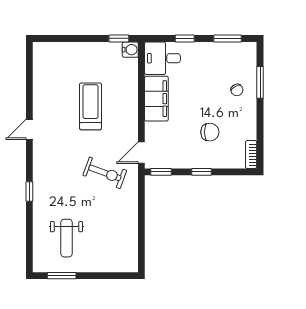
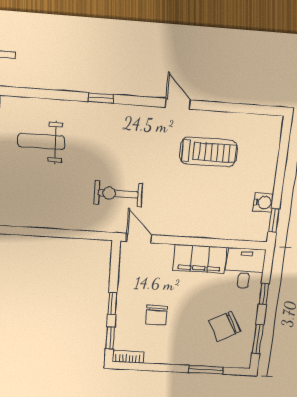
water cooler: (130, 50) -> (263, 203), moved, turned -90
chair: (237, 90) -> (225, 326), moved, width x1.87, depth x1.87
treadmill: (91, 106) -> (208, 152), moved
window: (161, 172) -> (110, 338), moved
exercise bike: (105, 173) -> (118, 194), turned 70

